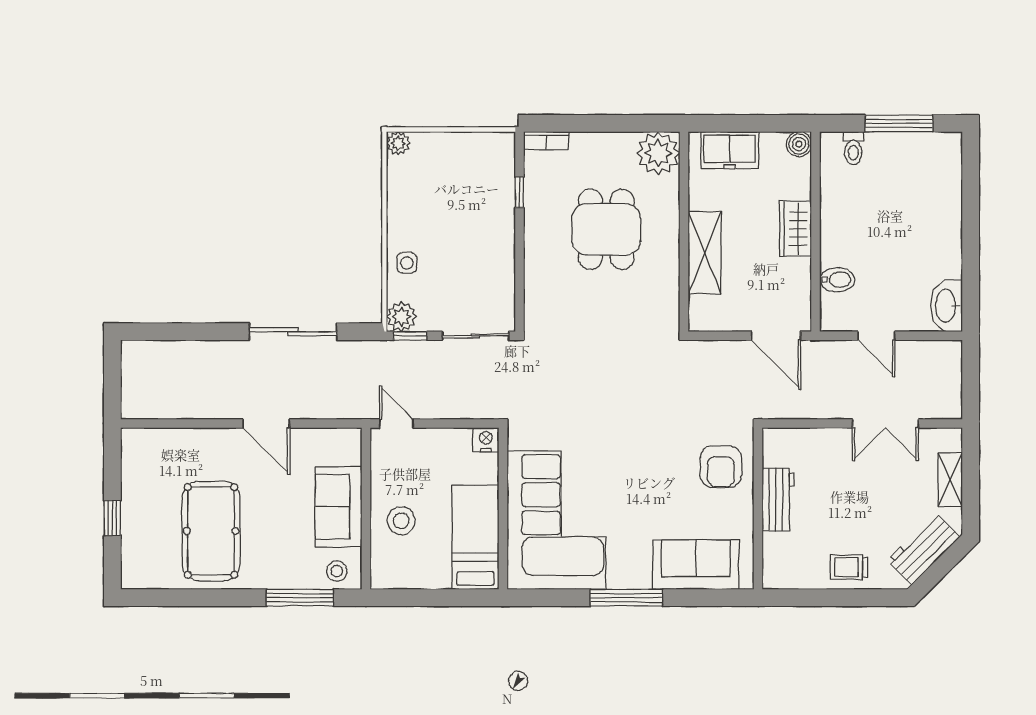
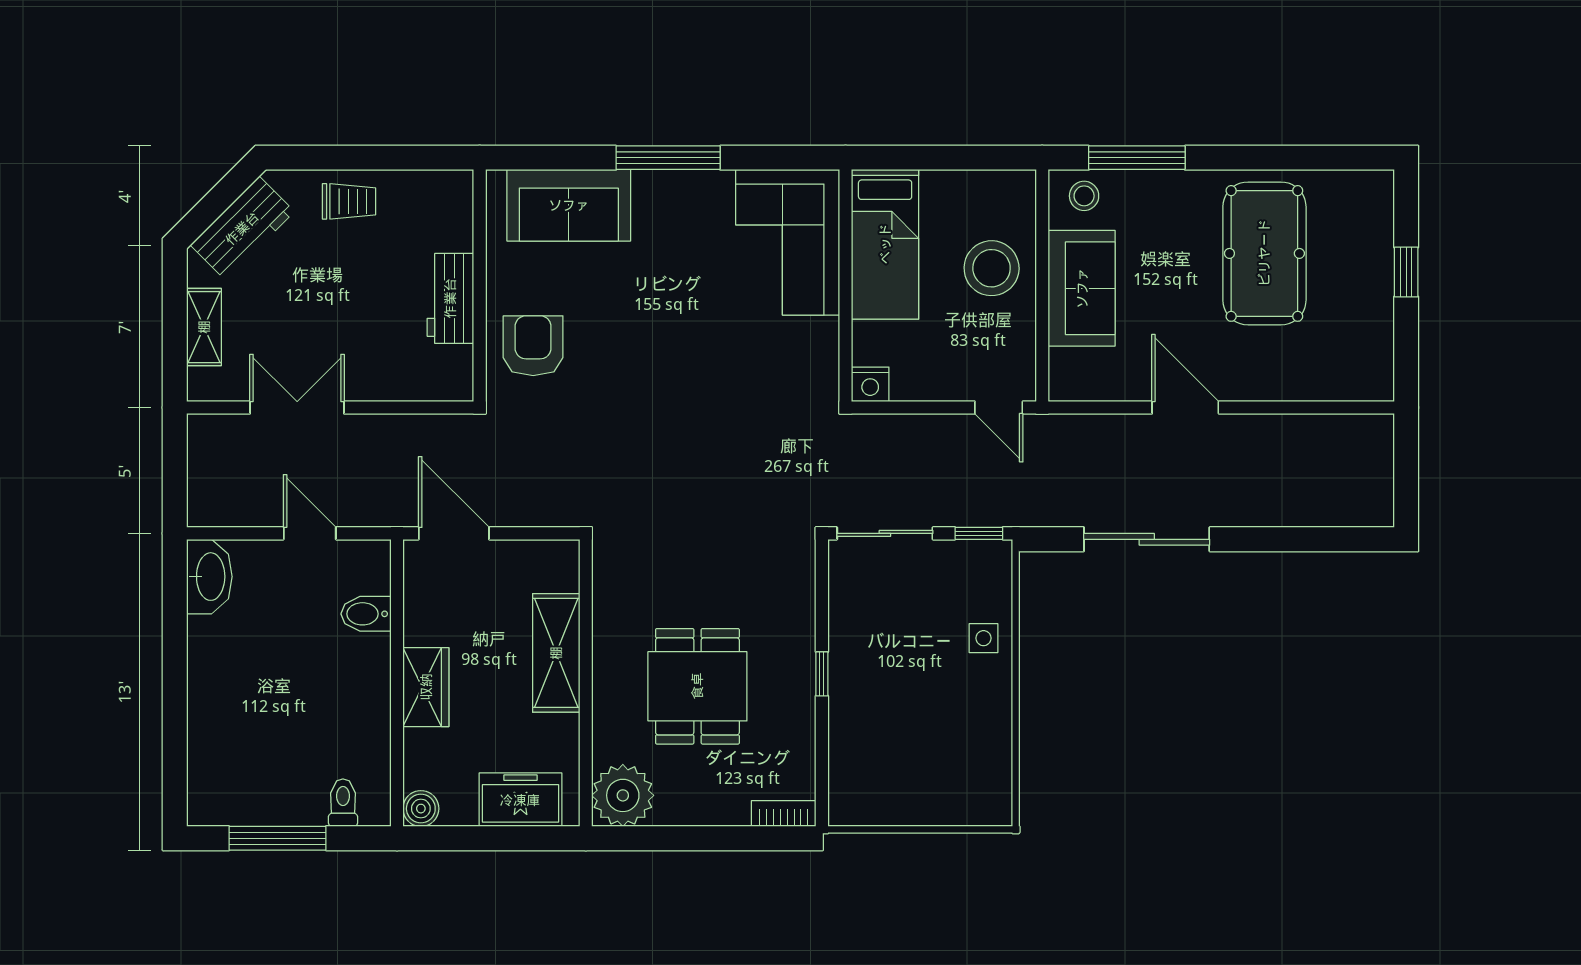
plant: (398, 143) -> (996, 810), removed
window: (519, 192) -> (822, 674), moved
plant: (401, 317) -> (991, 561), removed
corner sofa: (556, 520) -> (788, 242), width x0.73, depth x0.74
stool: (401, 521) -> (992, 268), width x1.38, depth x1.38

